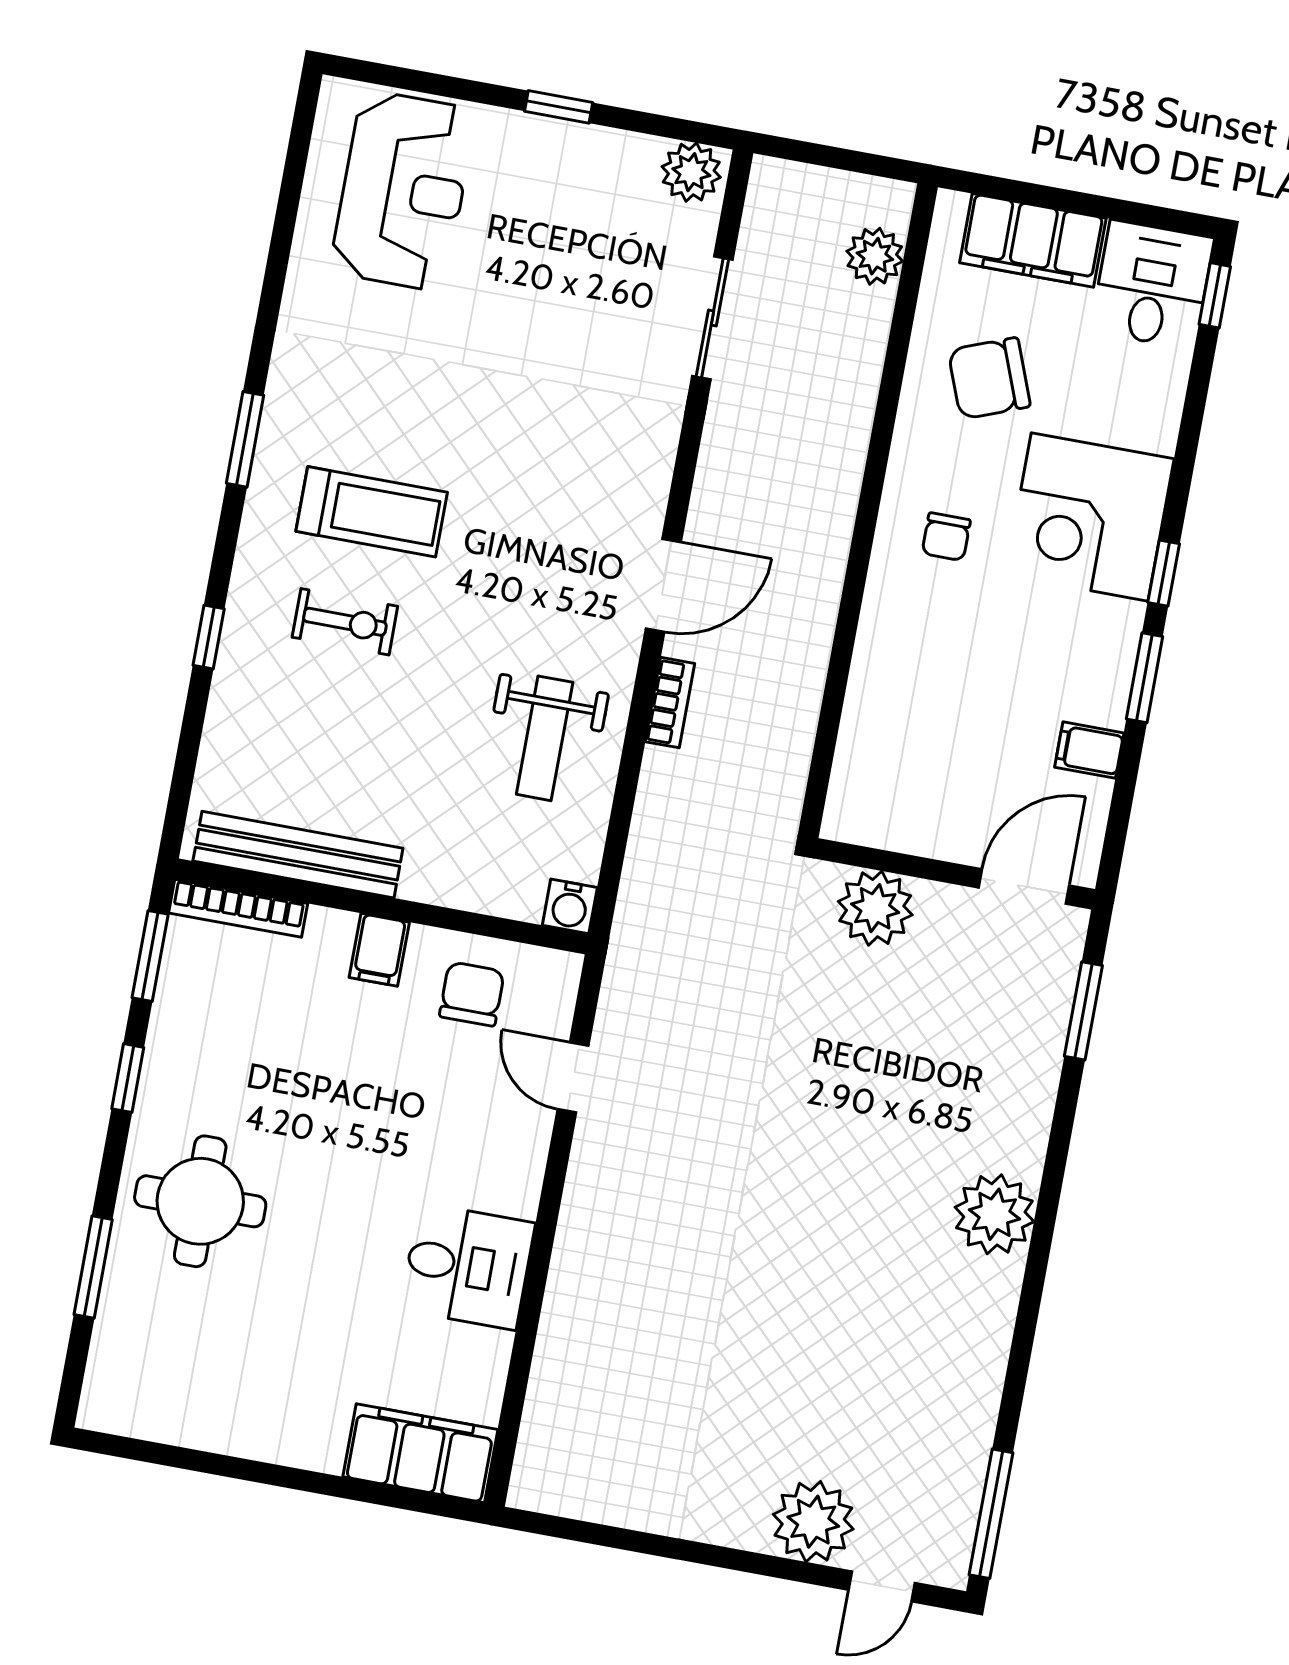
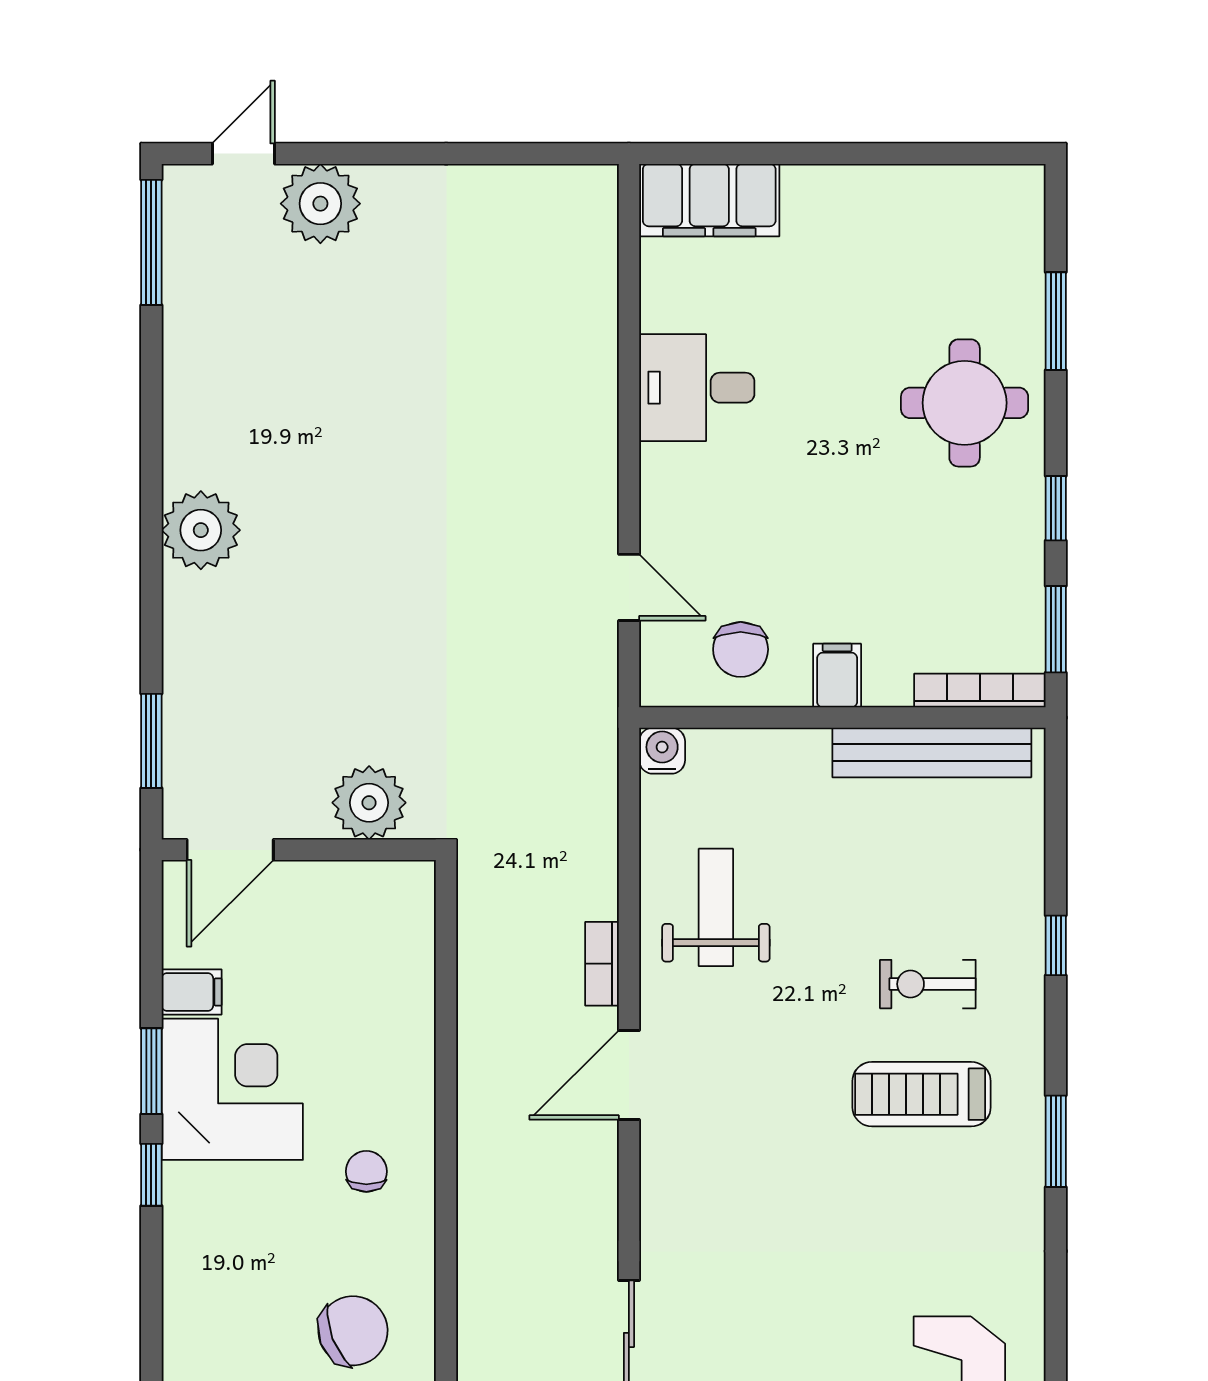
corner desk: (1090, 517) -> (232, 1089), moved

